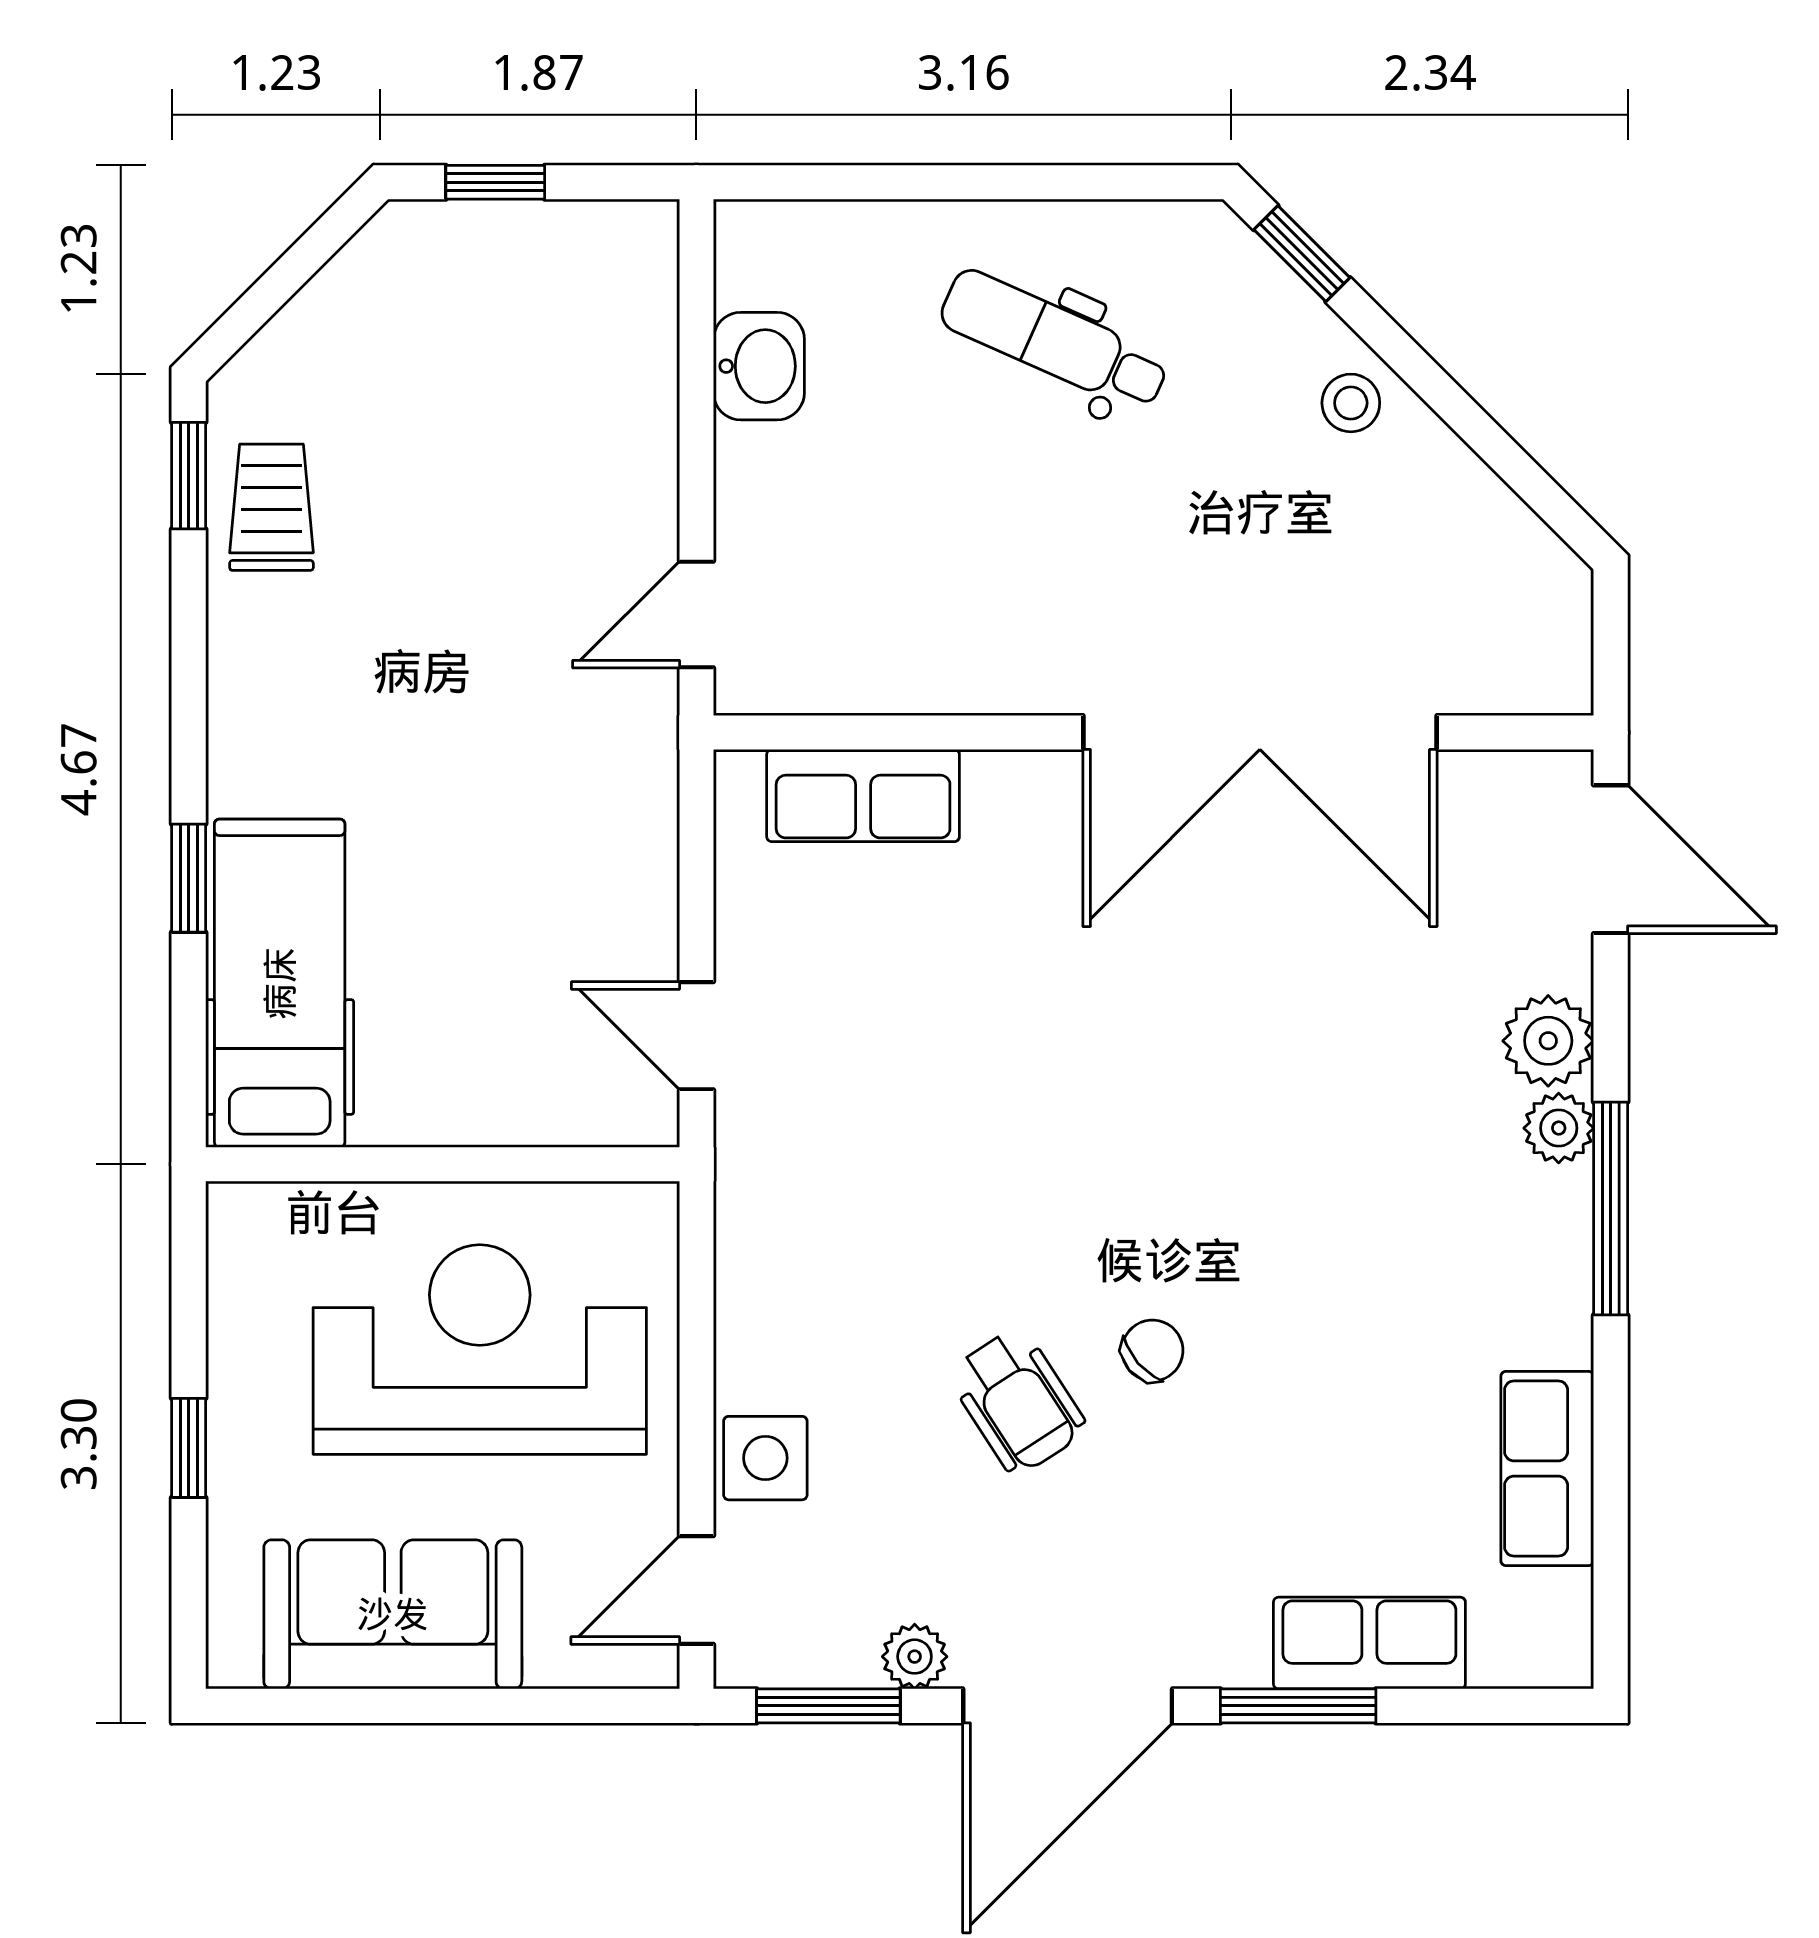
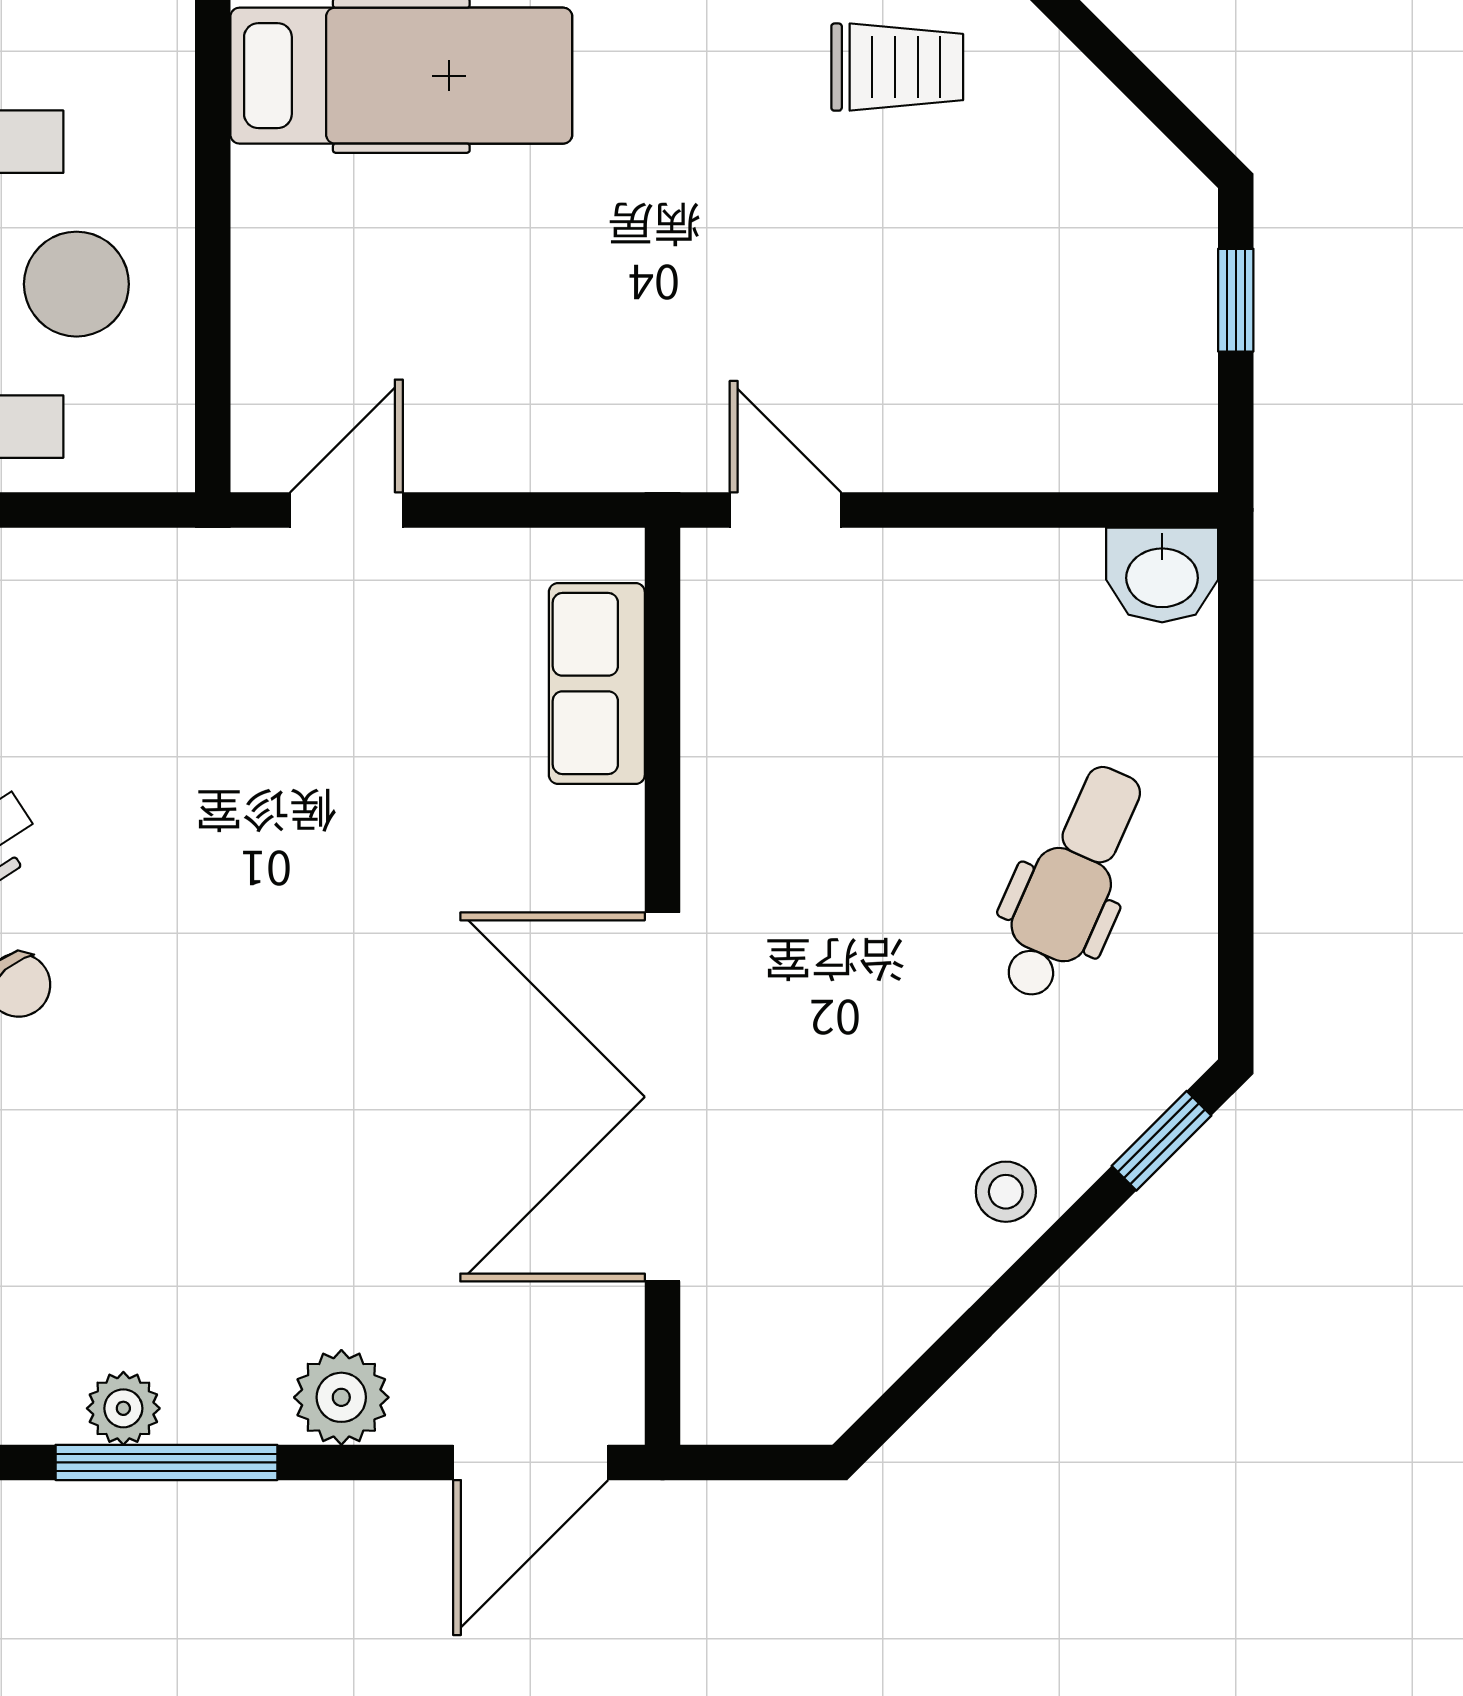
washbasin: (759, 366) -> (1162, 575), moved
plant: (1559, 1128) -> (123, 1408), moved

